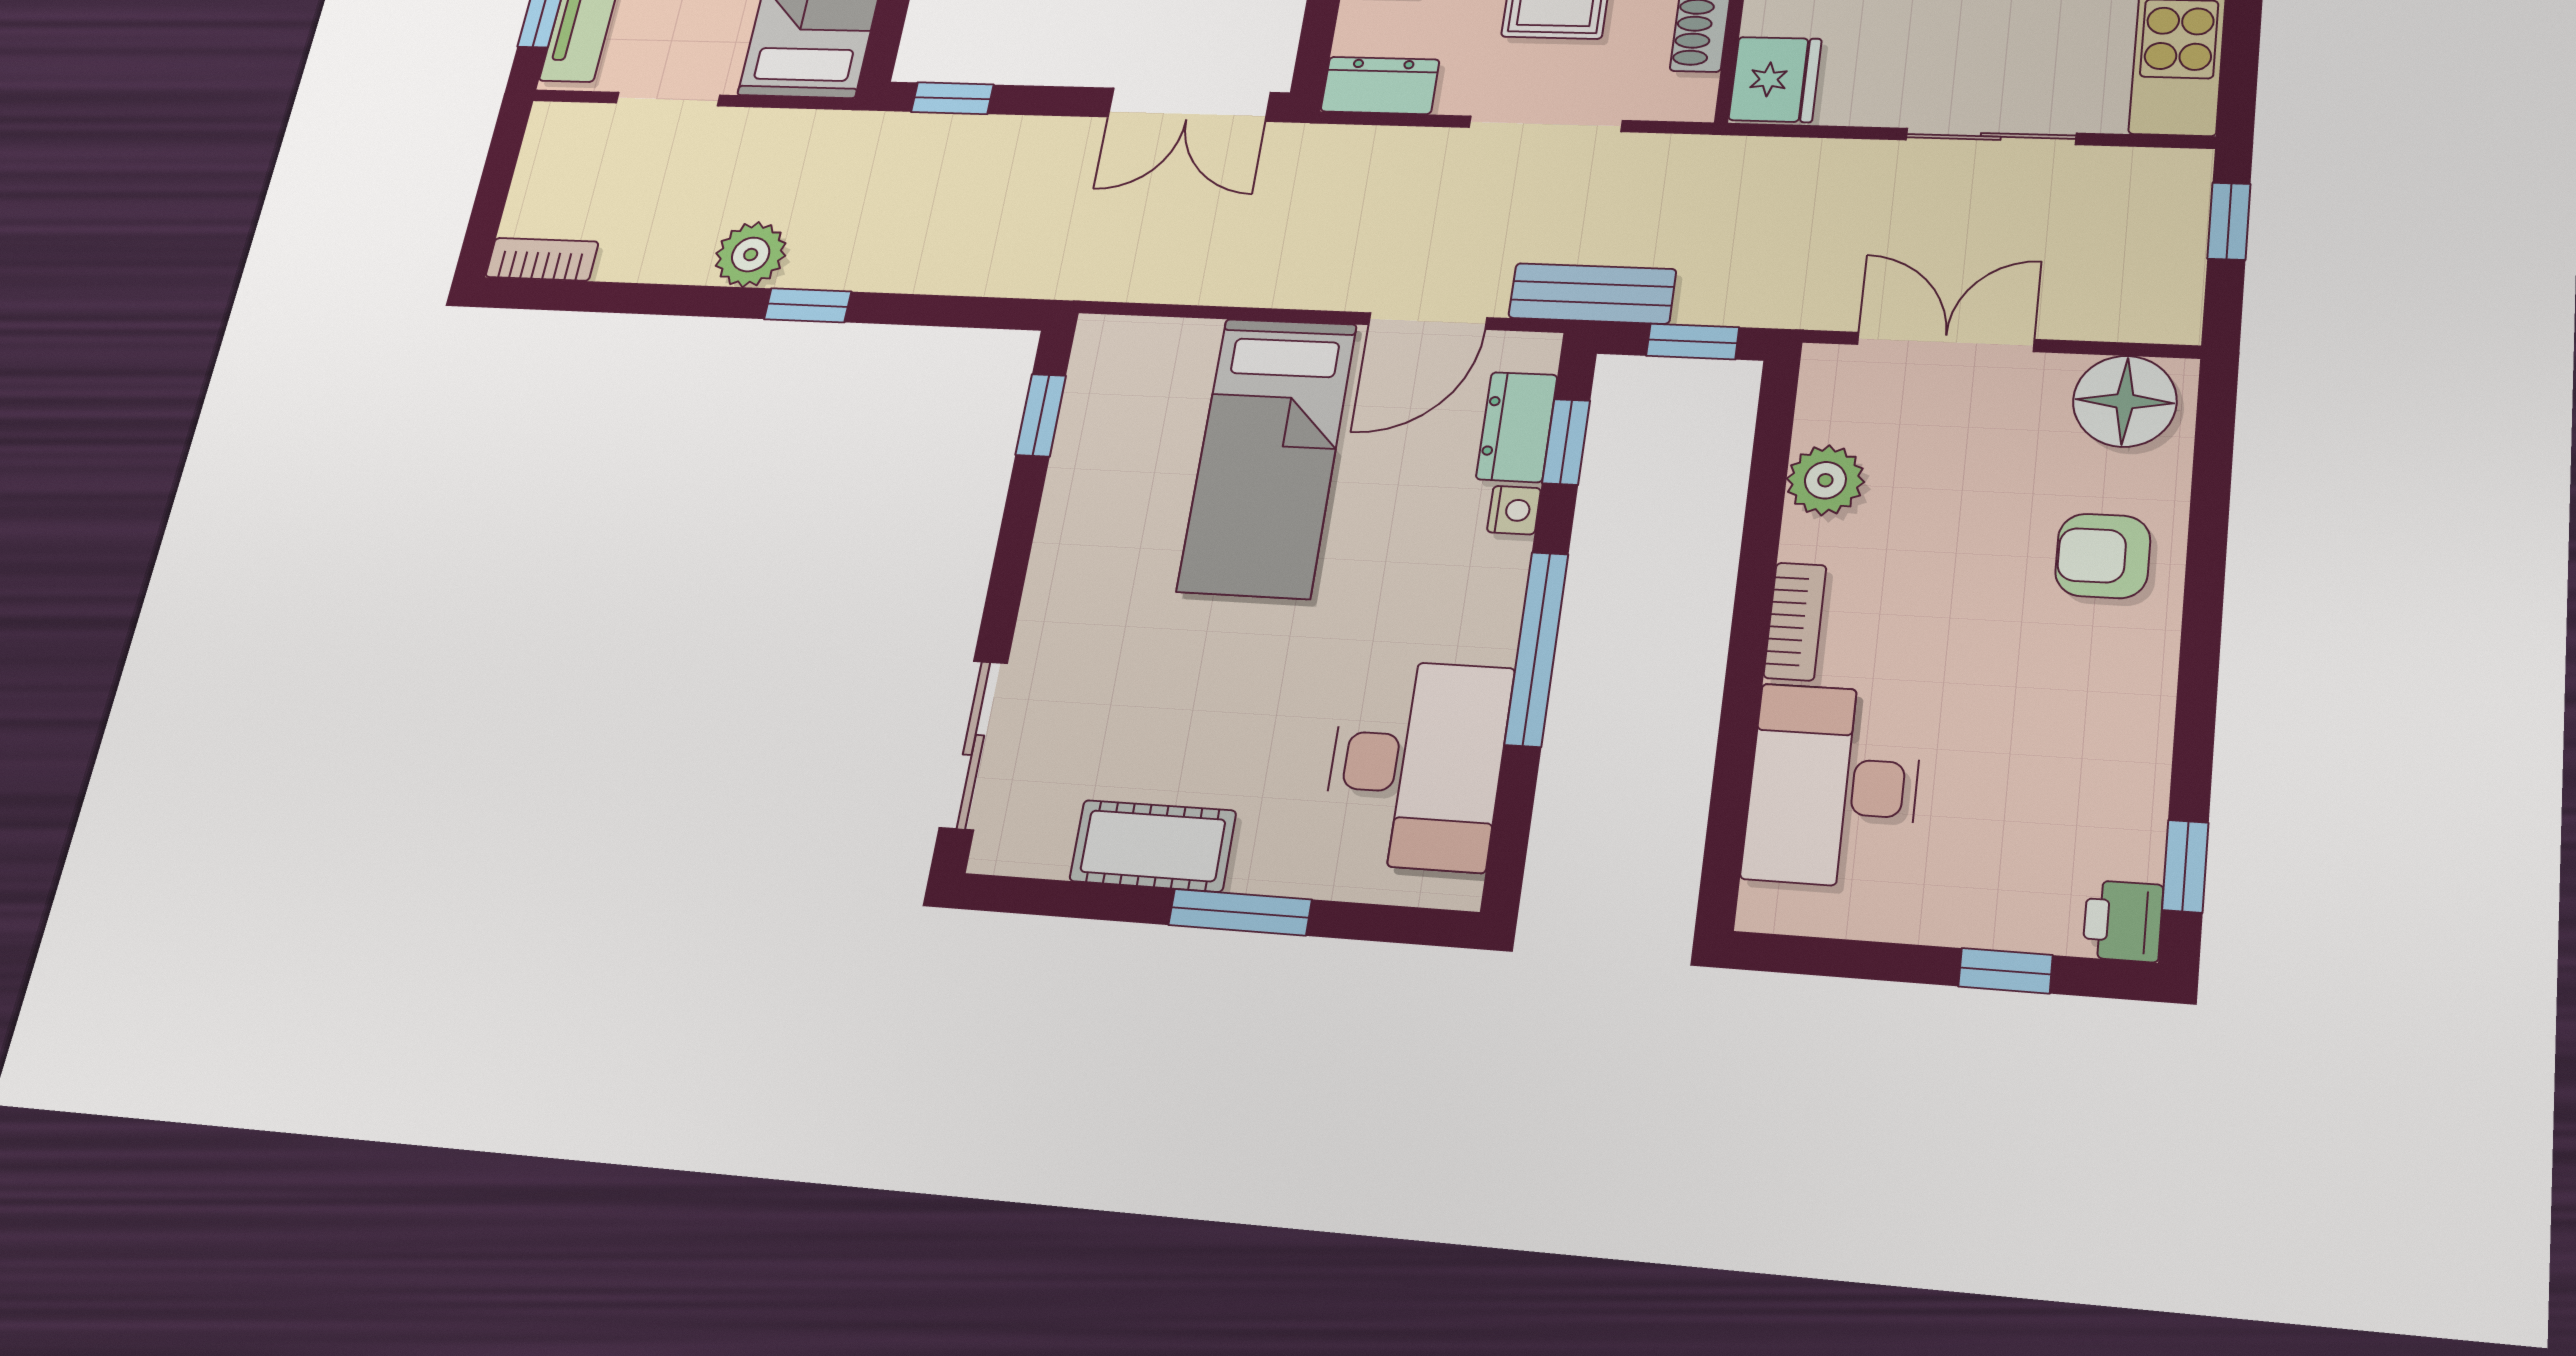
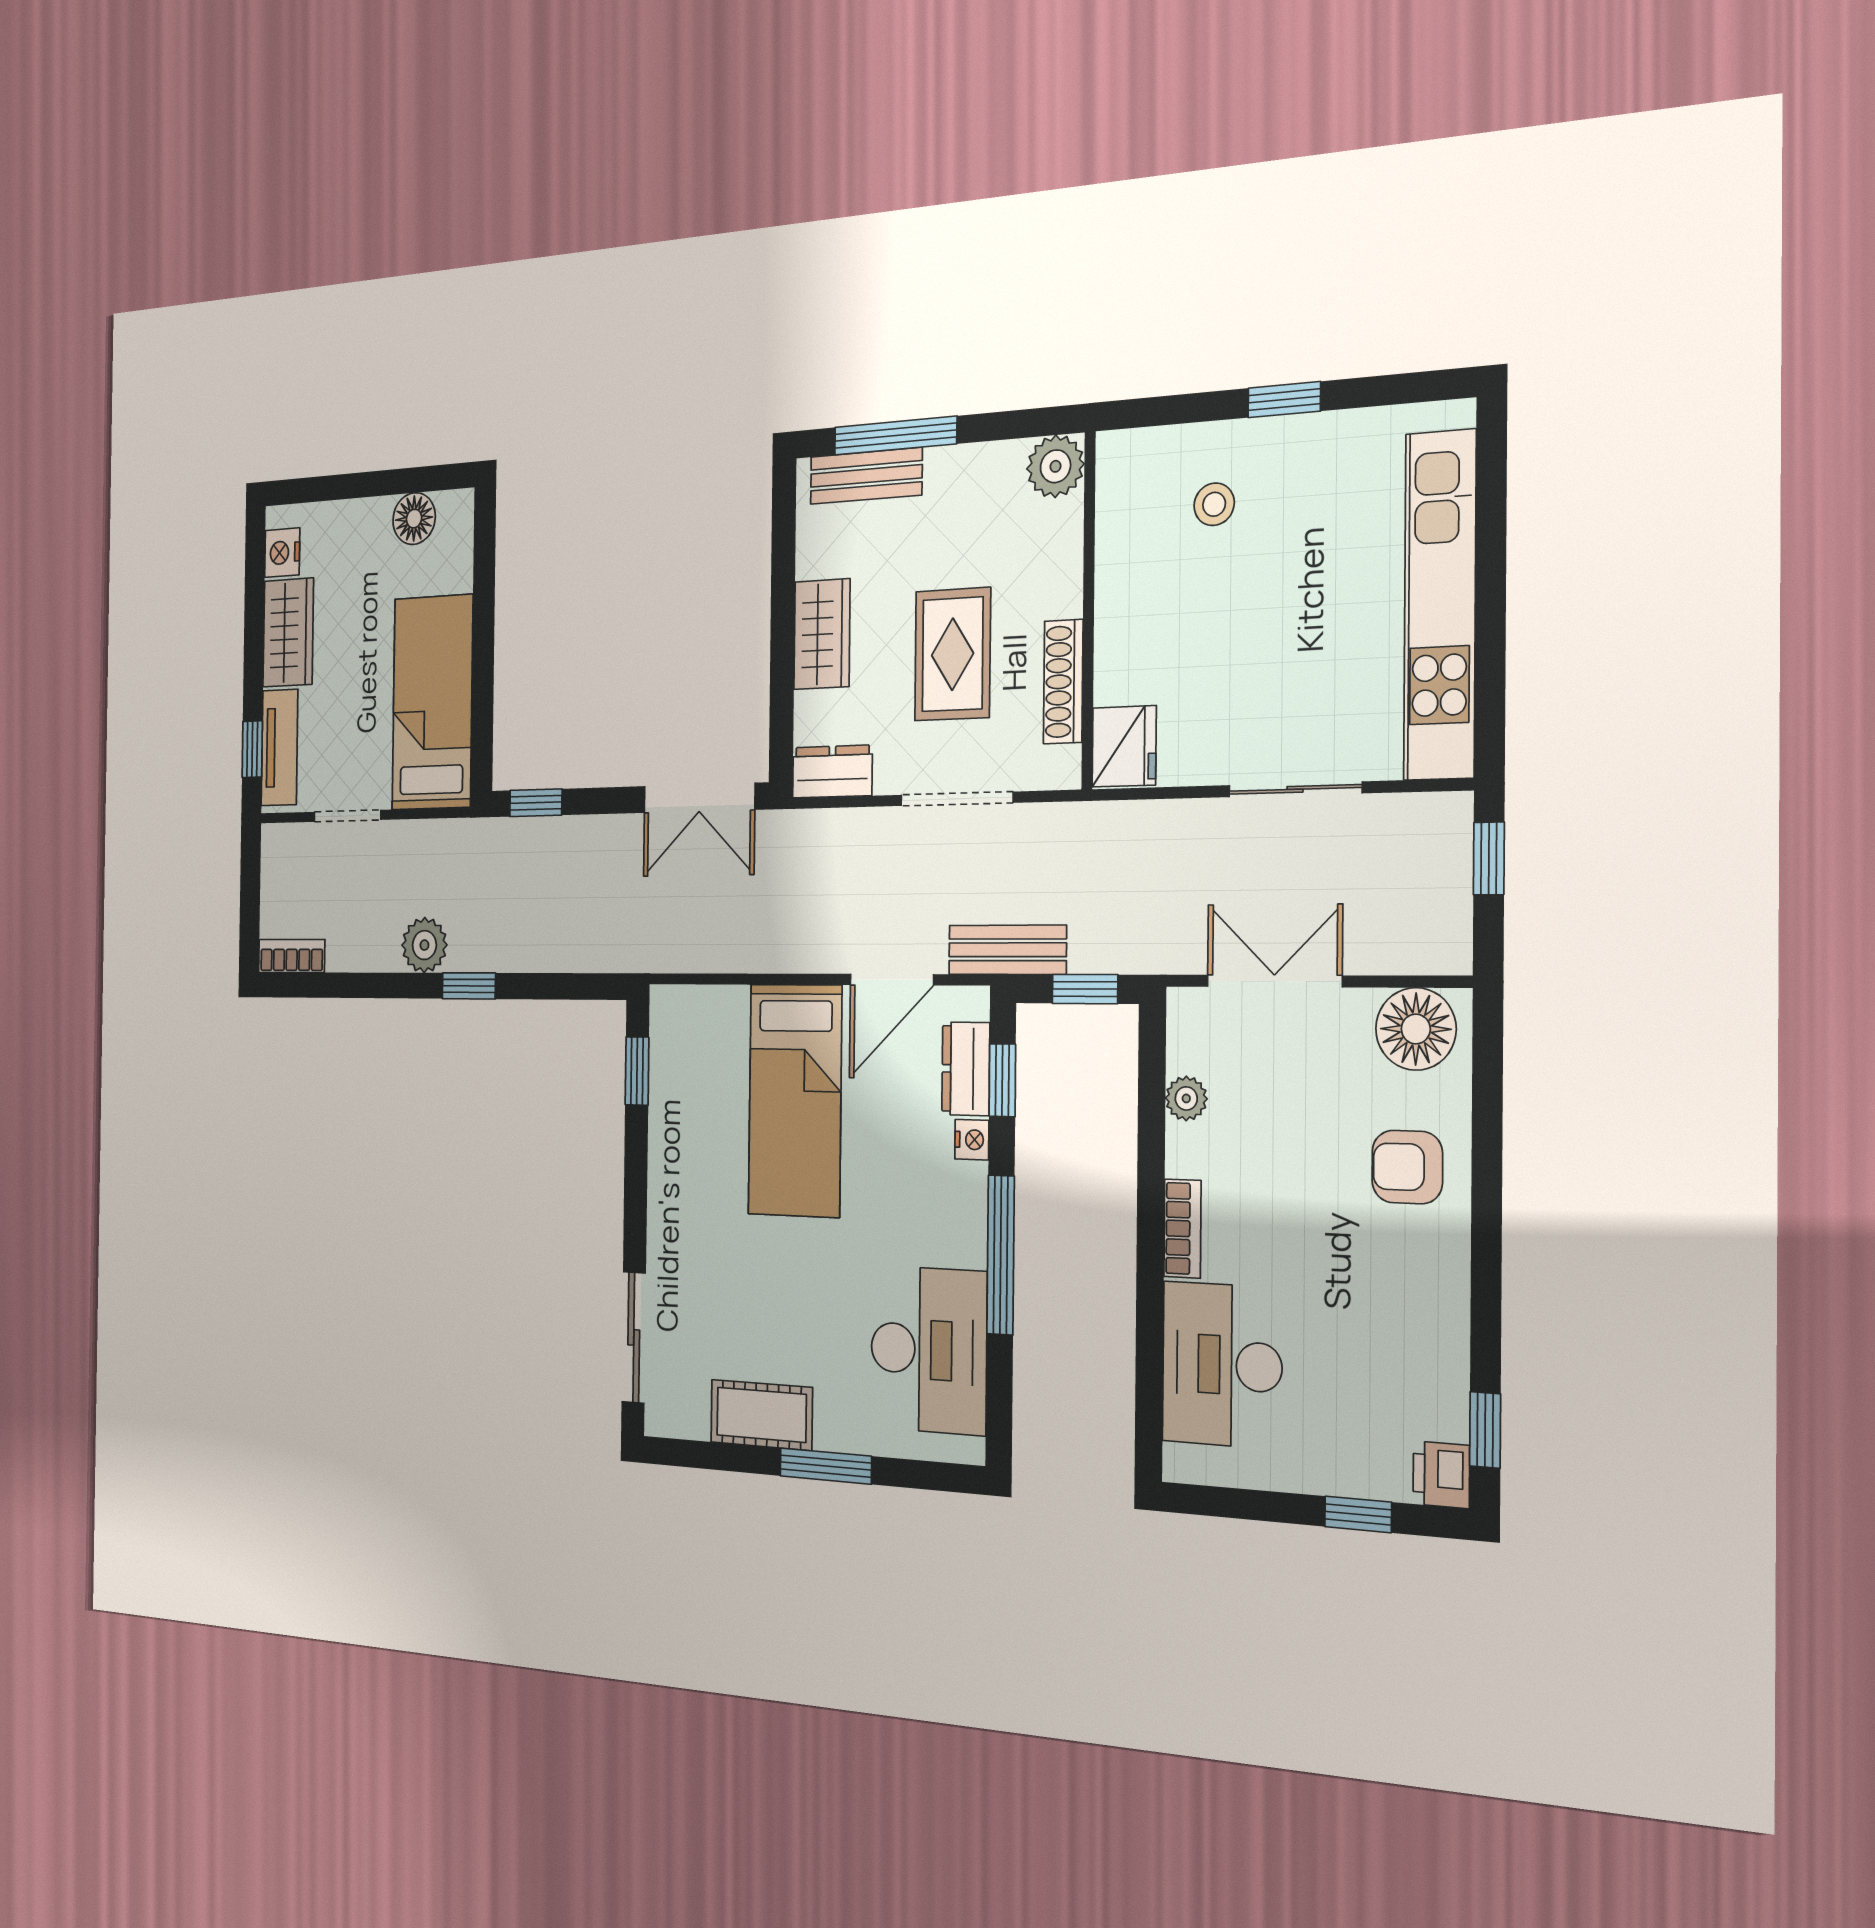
plant: (1825, 480) -> (1186, 1098), width x0.73, depth x0.73

